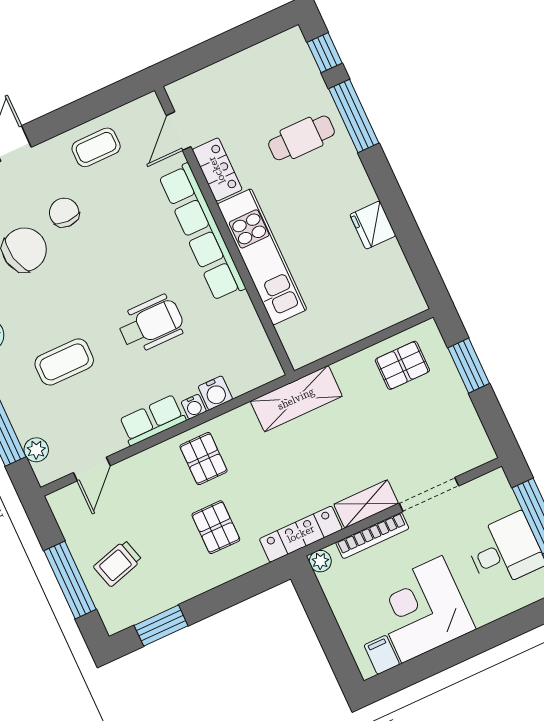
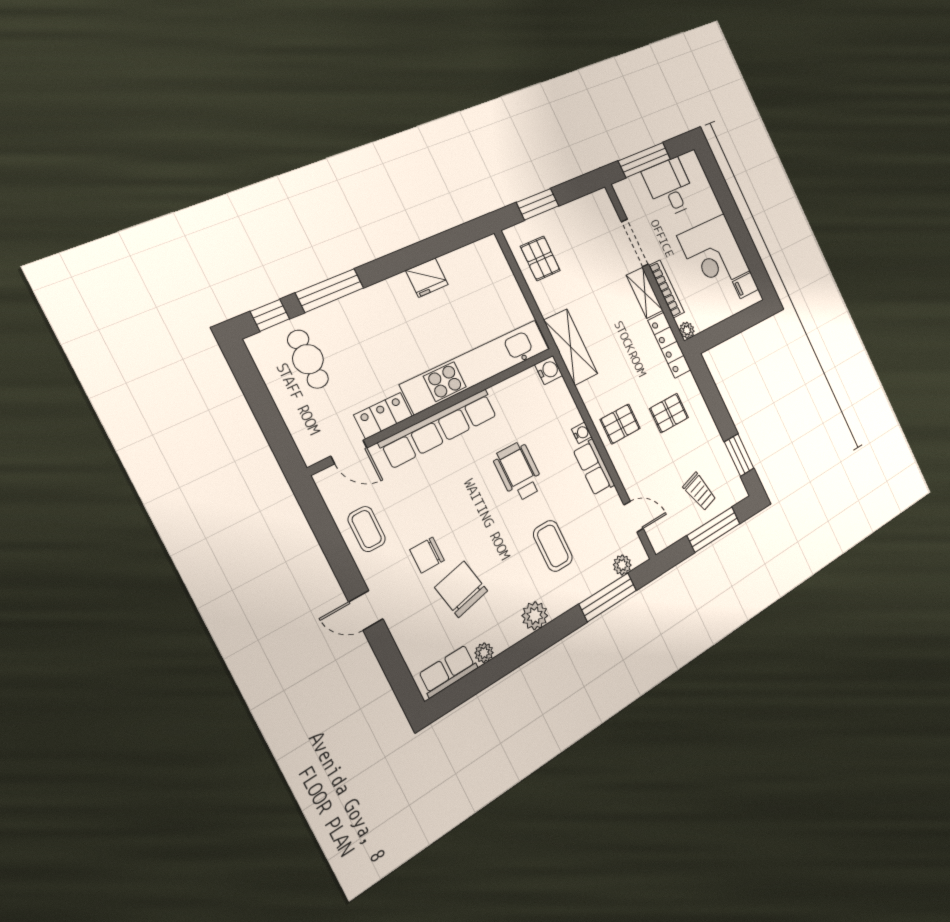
cafe table: (301, 138) -> (308, 359), moved
kitchen unit: (262, 257) -> (476, 366), width x1.36
water cooler: (215, 393) -> (549, 370), moved

